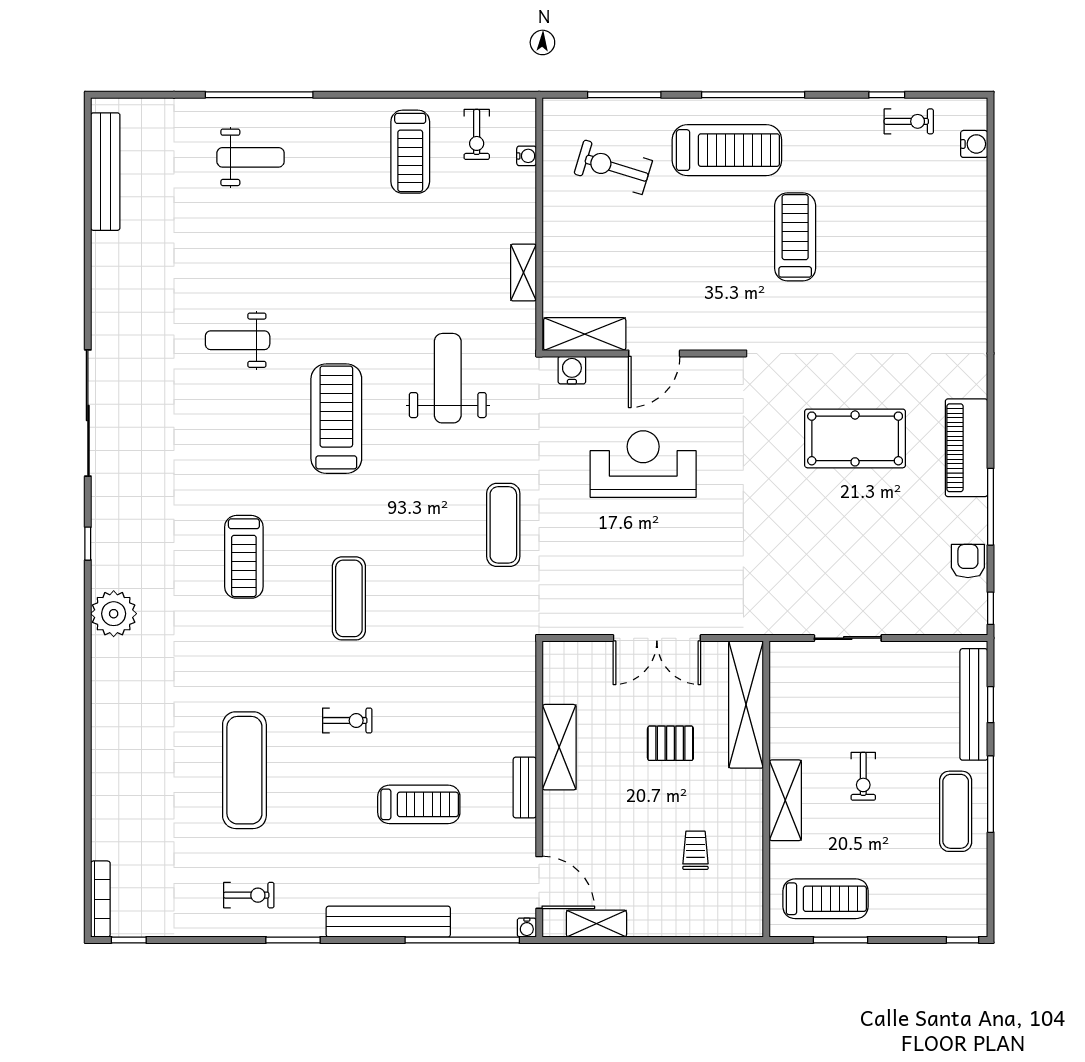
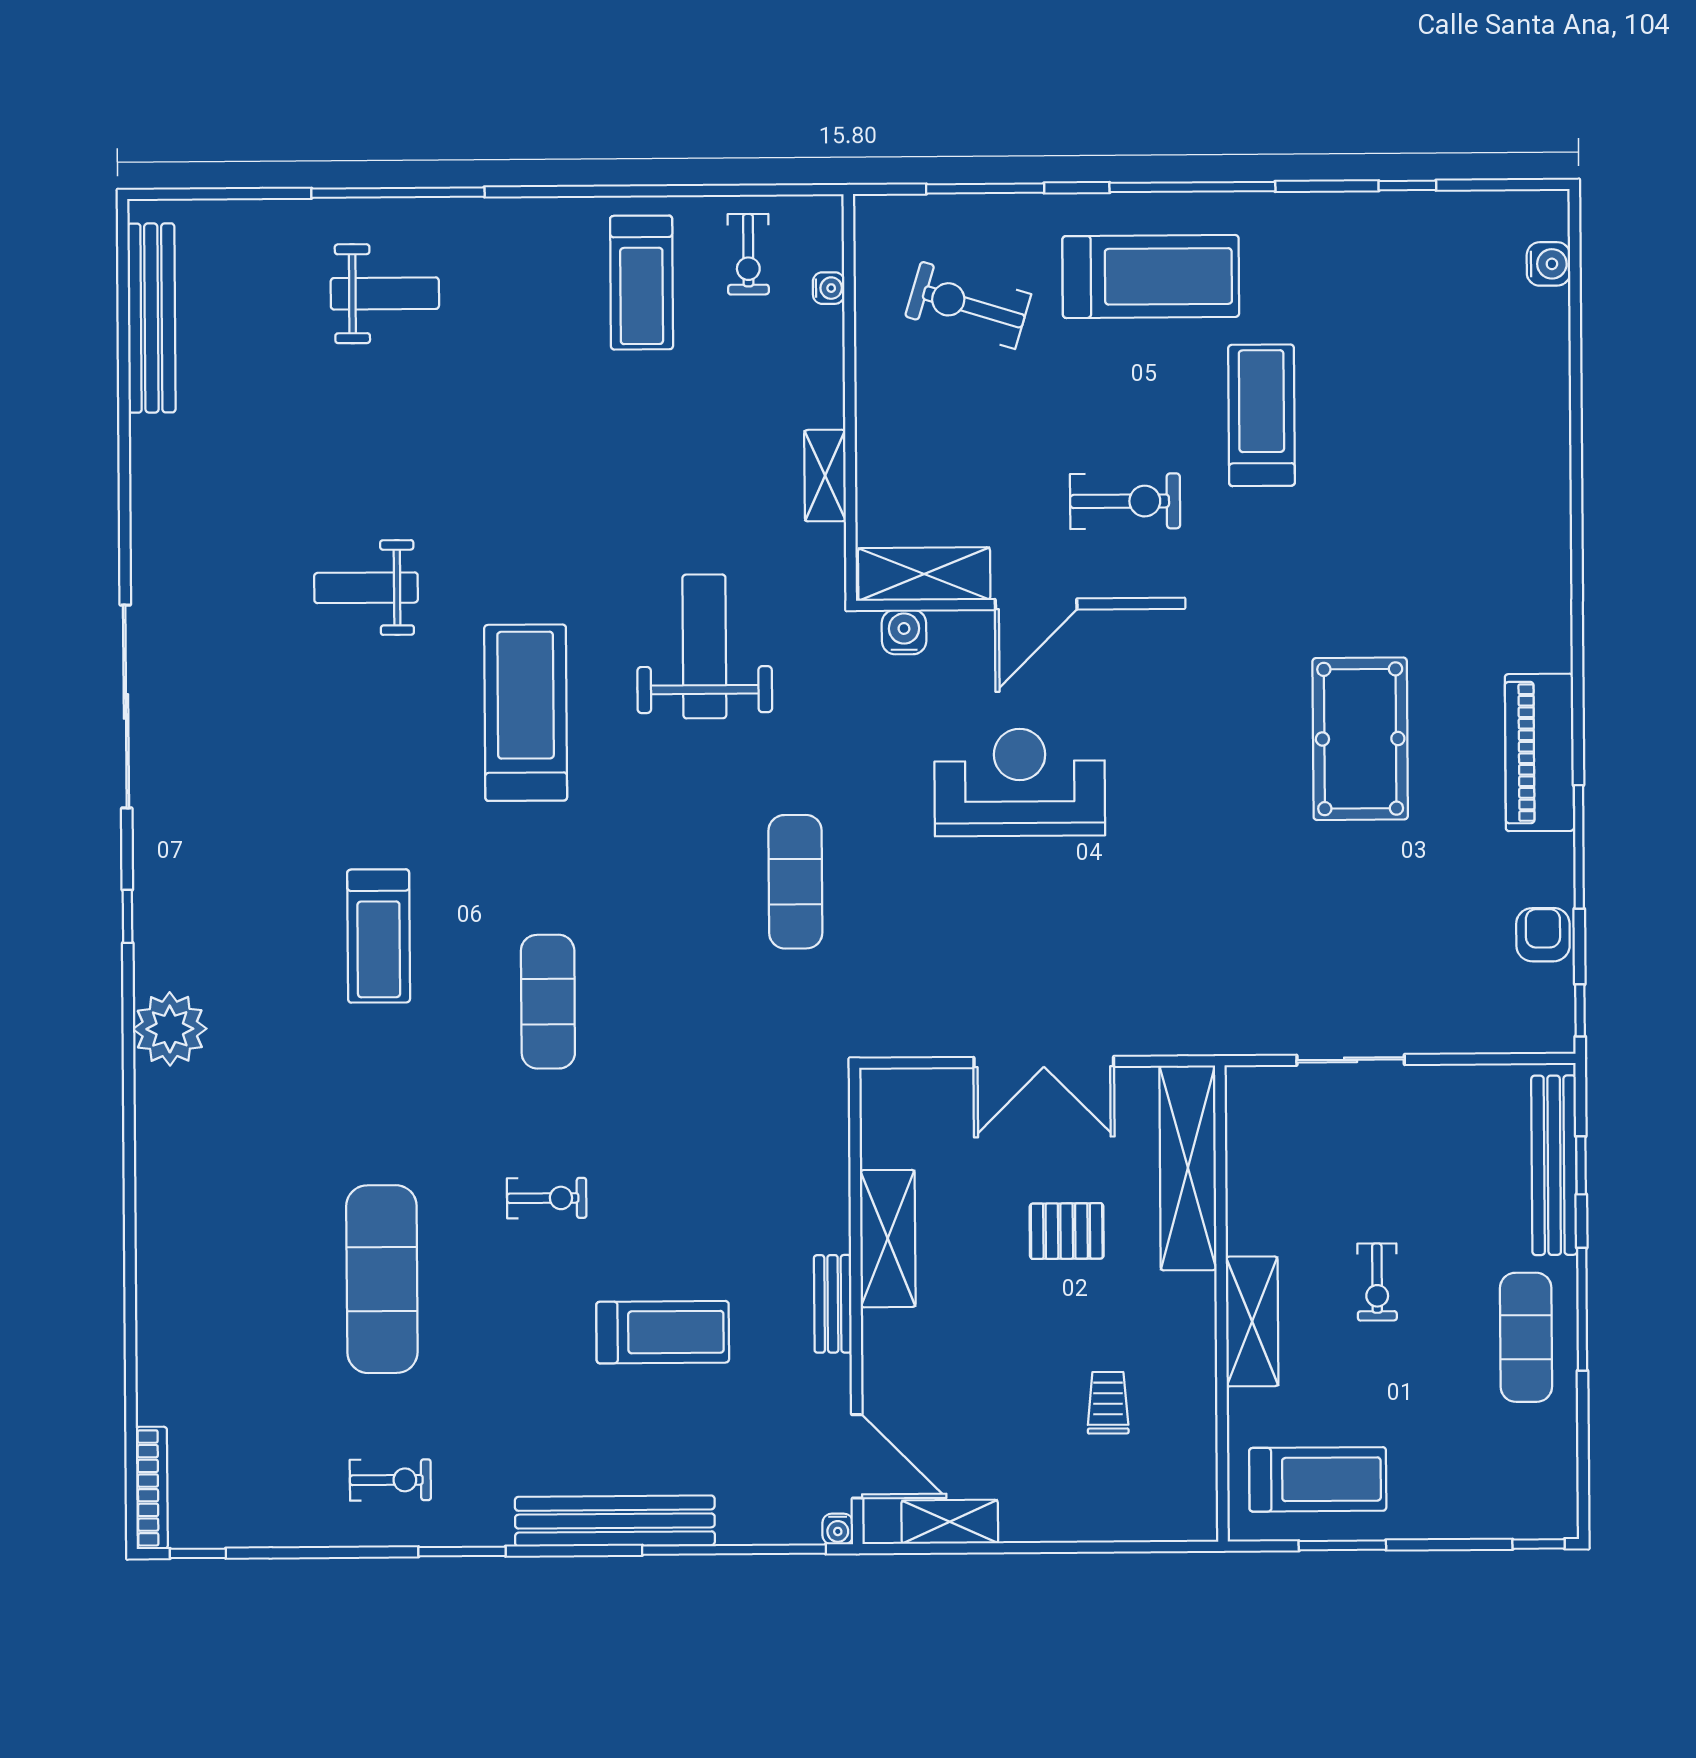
exercise bike: (909, 121) -> (1125, 501), moved, width x1.38, depth x1.39
pool table: (855, 438) -> (1360, 739), turned 90

